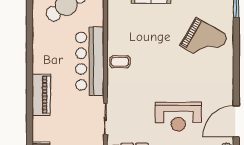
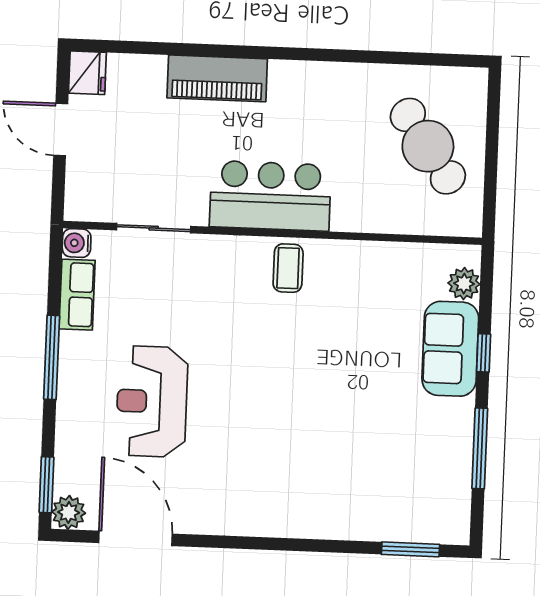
grand piano: (204, 41) -> (329, 470), removed
bar counter: (90, 61) -> (270, 196), width x0.73

